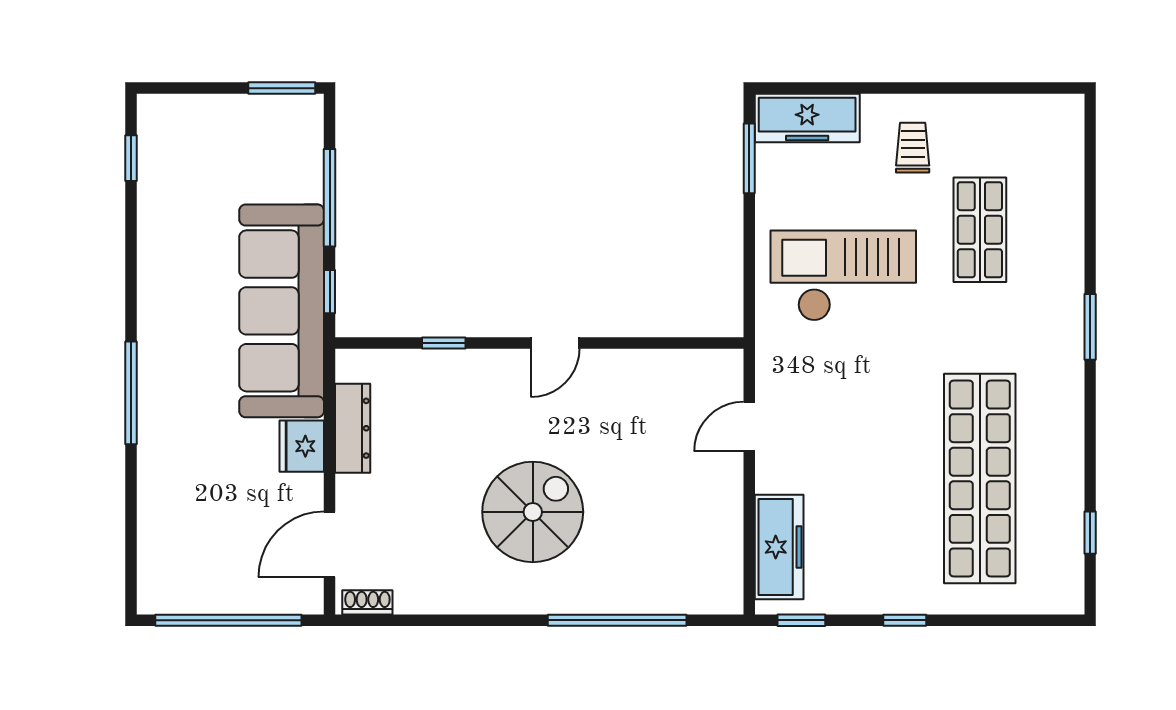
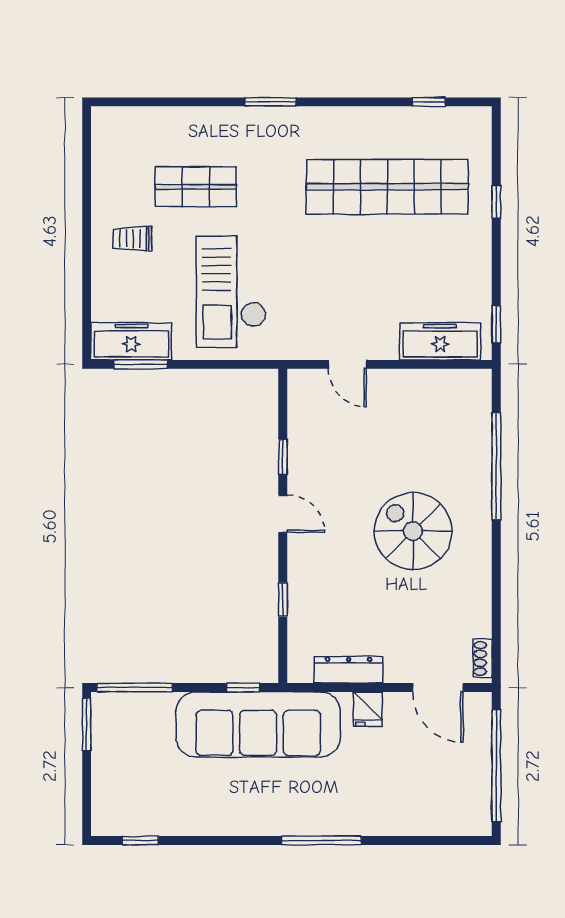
freezer: (807, 118) -> (131, 341), moved, turned -90
window: (330, 198) -> (135, 688), moved
window: (629, 343) -> (283, 457), added
fridge: (302, 446) -> (368, 709), width x0.72
window: (905, 620) -> (496, 202), moved

